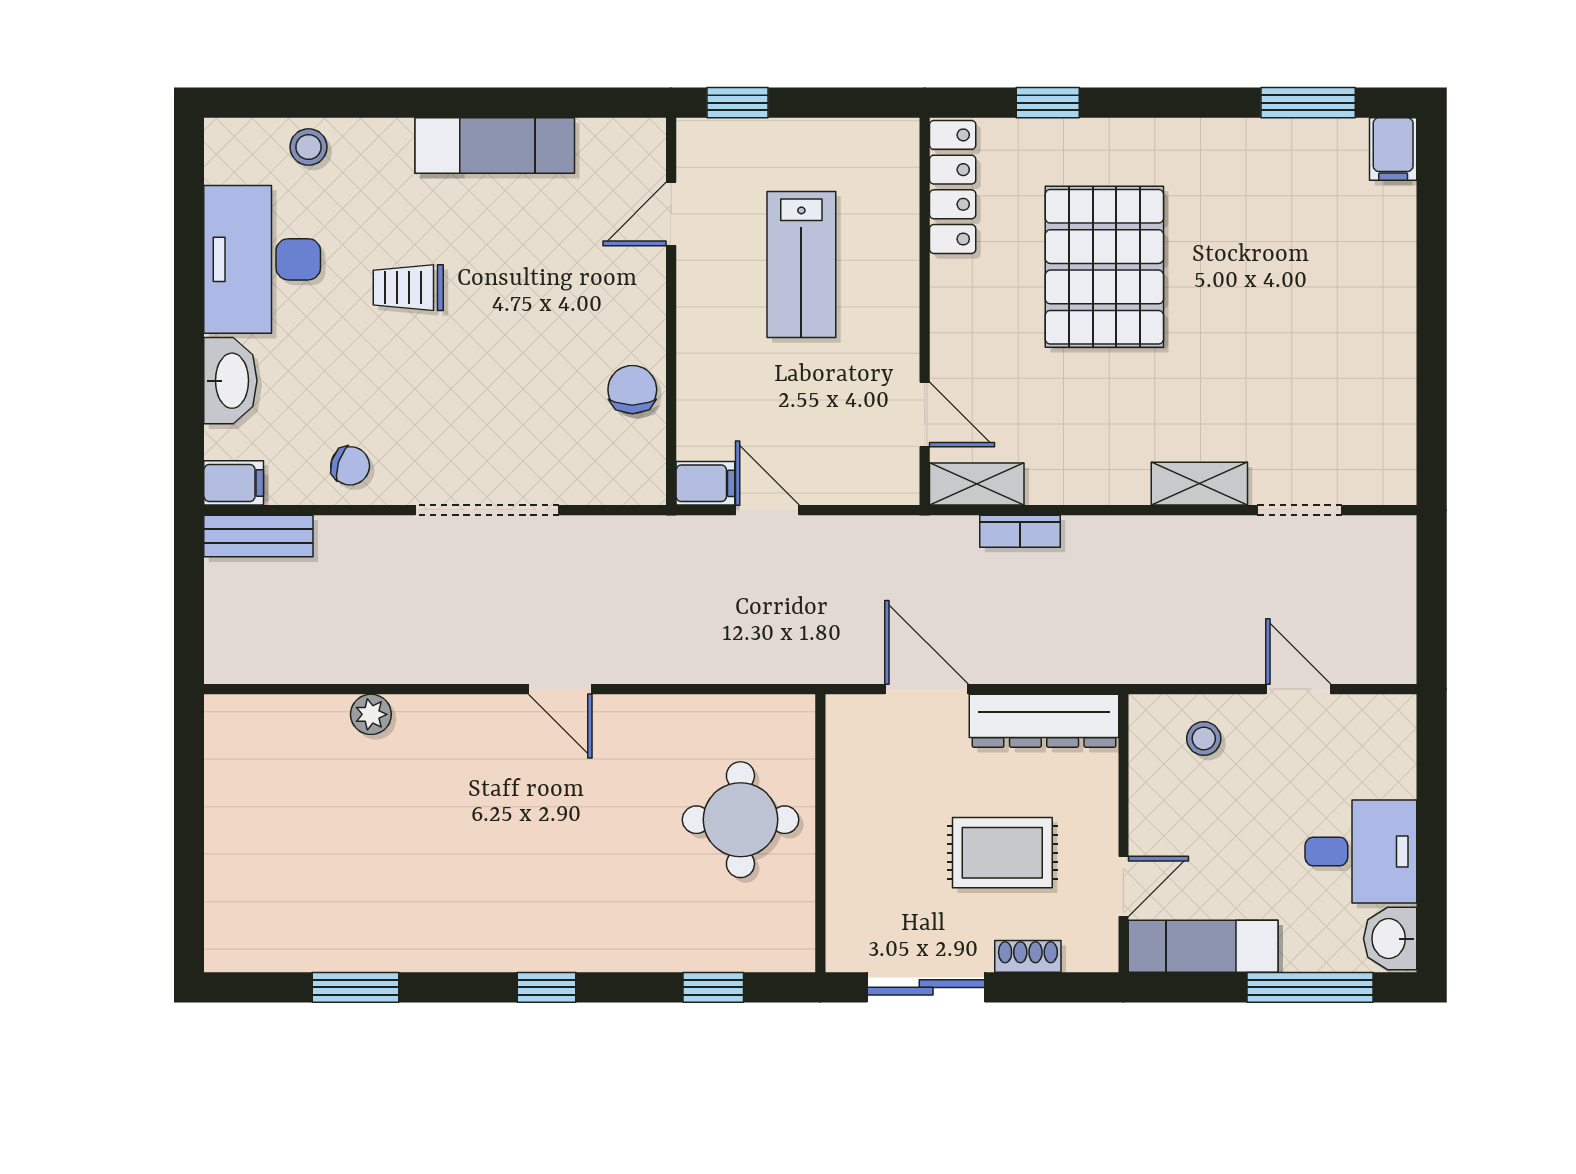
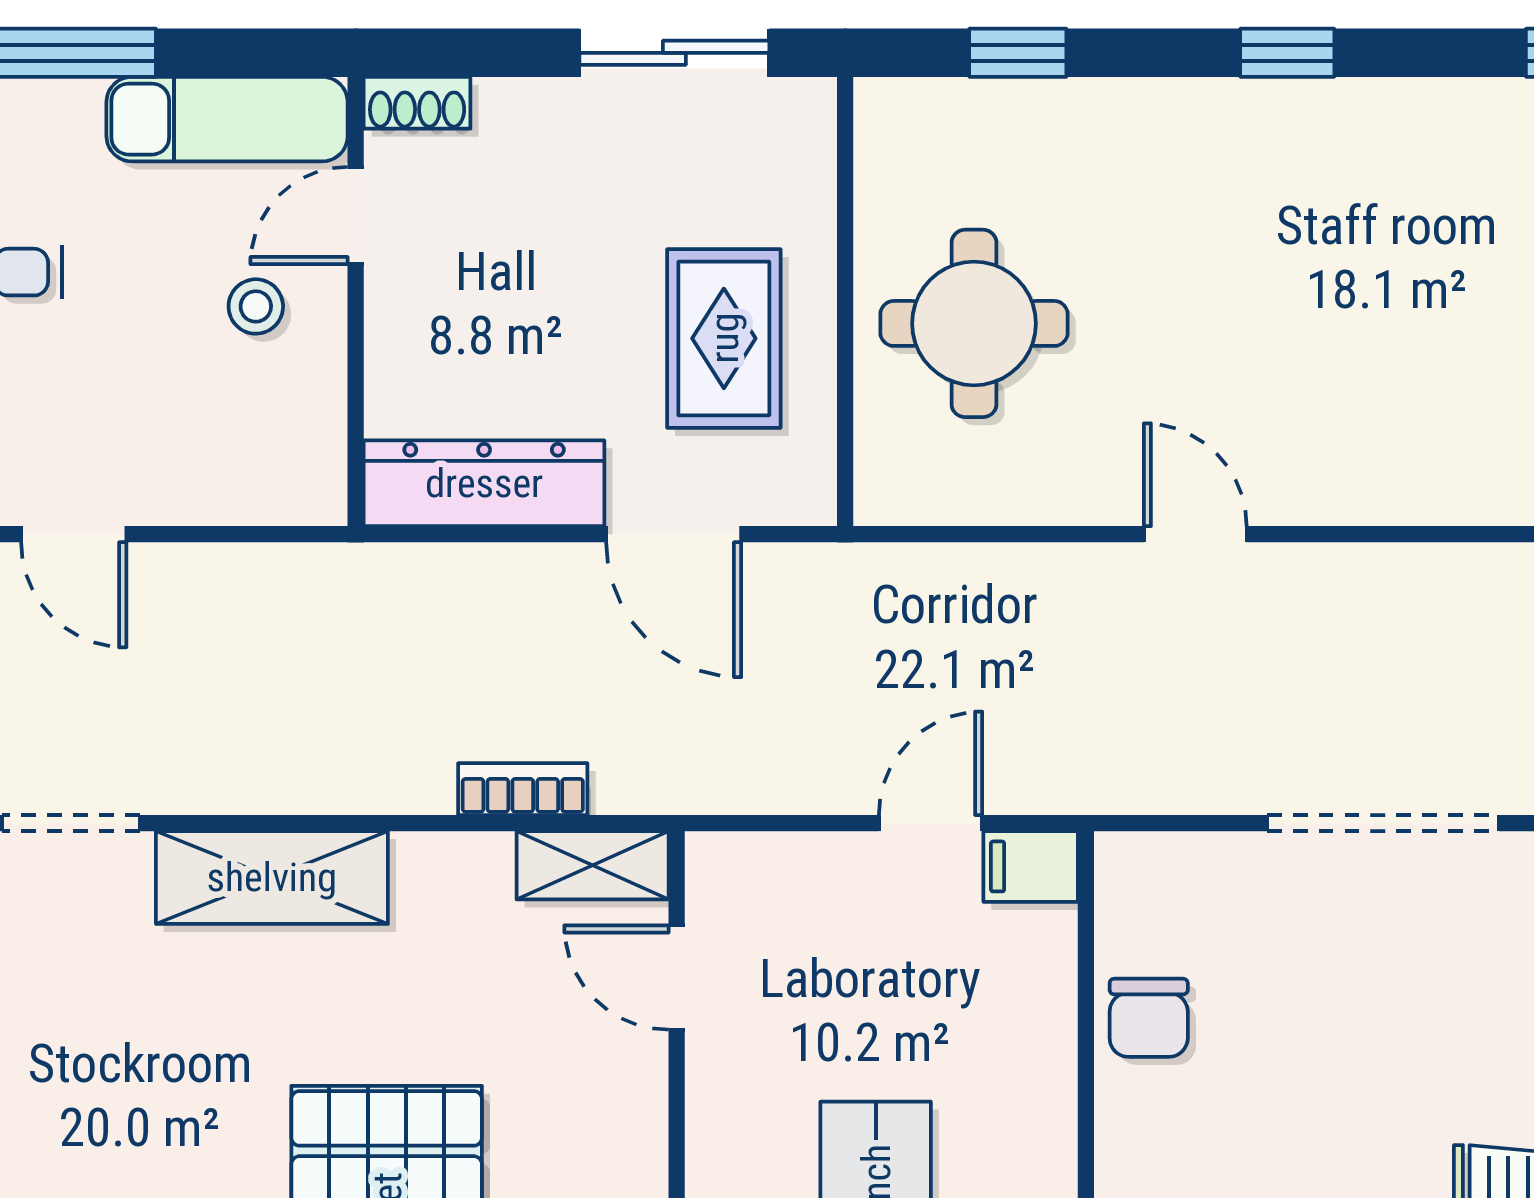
shelving: (1199, 484) -> (272, 877), width x1.50, depth x1.33
door: (767, 510) -> (930, 823), swing flipped
door: (560, 689) -> (1195, 534), moved
stool: (1204, 738) -> (256, 306), moved
rug: (1002, 853) -> (724, 338), moved, turned 90
shoe rack: (1028, 956) -> (417, 103), moved

